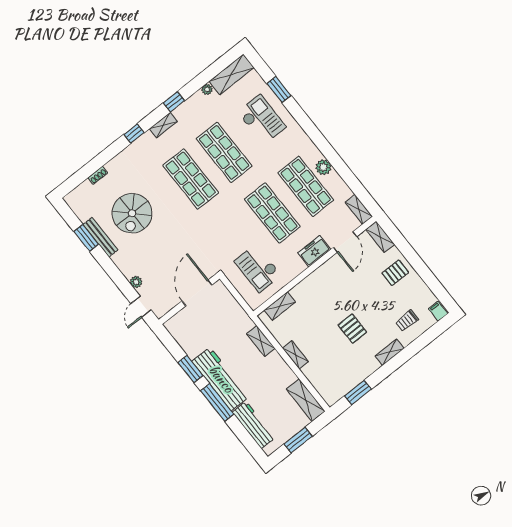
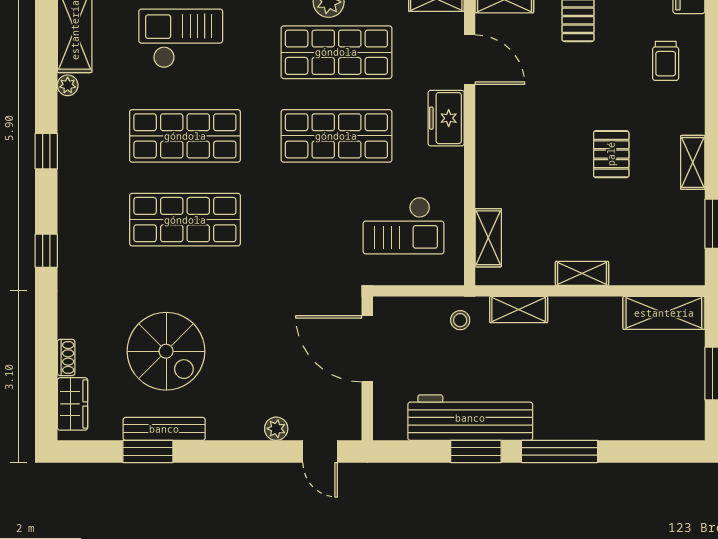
shelving: (163, 125) -> (69, 196), removed
wardrobe: (81, 193) -> (72, 404), added
stool: (238, 321) -> (460, 320), added
pallet: (352, 329) -> (611, 154), turned 90
shelving: (390, 352) -> (693, 162), moved
workbench: (221, 379) -> (470, 418), moved
workbench: (254, 425) -> (639, 423), removed

